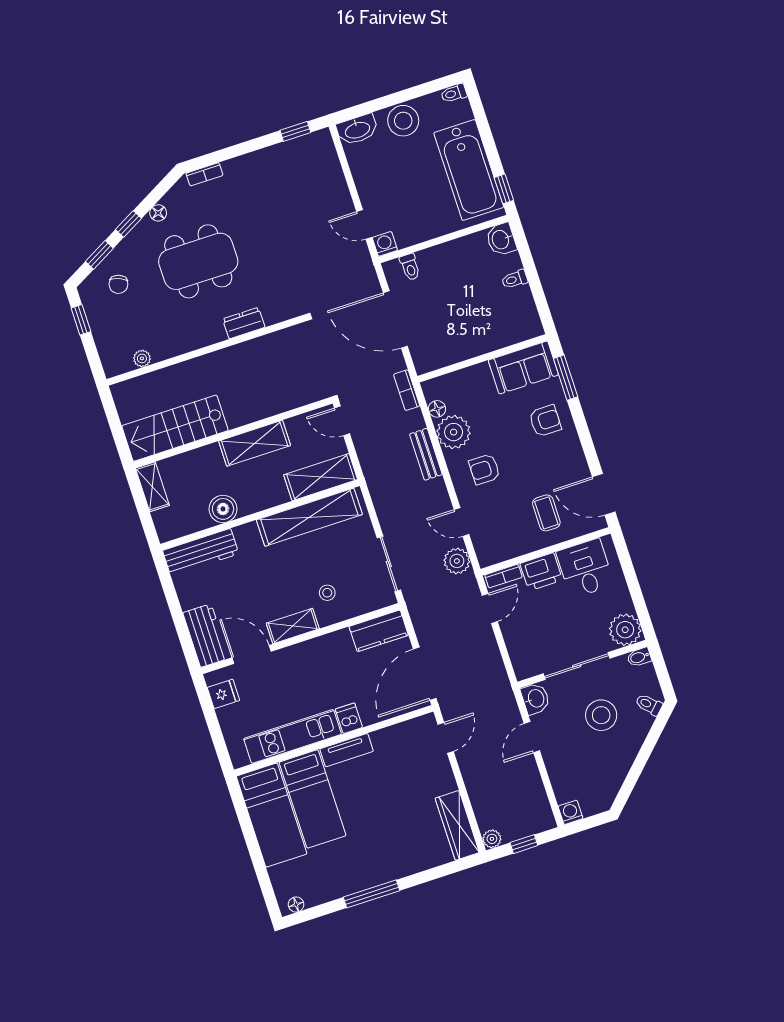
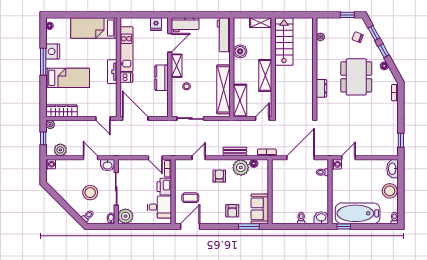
plant: (457, 561) -> (60, 150), moved
kitchen counter: (379, 631) -> (162, 78), moved
bed: (313, 799) -> (68, 78), moved, turned 180
nightstand: (345, 881) -> (53, 51), added

